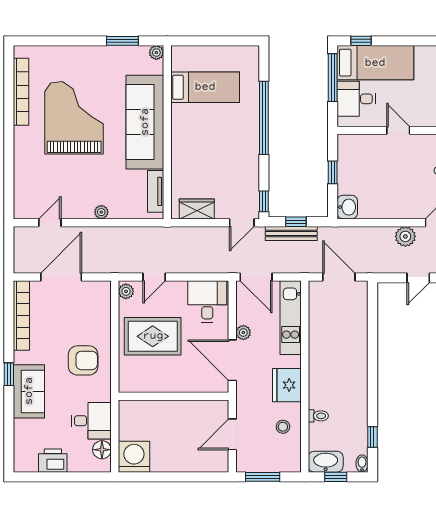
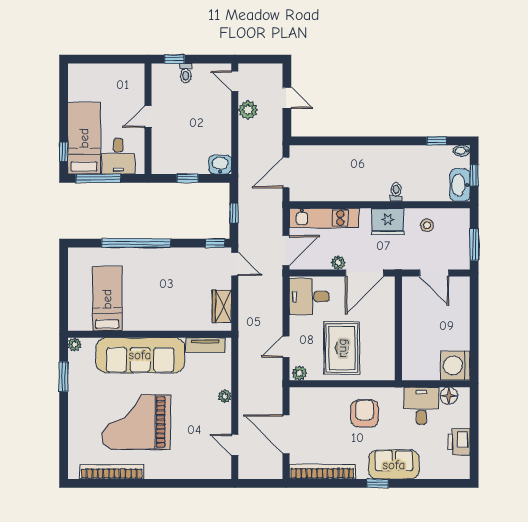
bench: (291, 233) -> (245, 217), removed
door: (154, 277) -> (286, 347), swing flipped
toilet: (318, 416) -> (396, 192), moved

